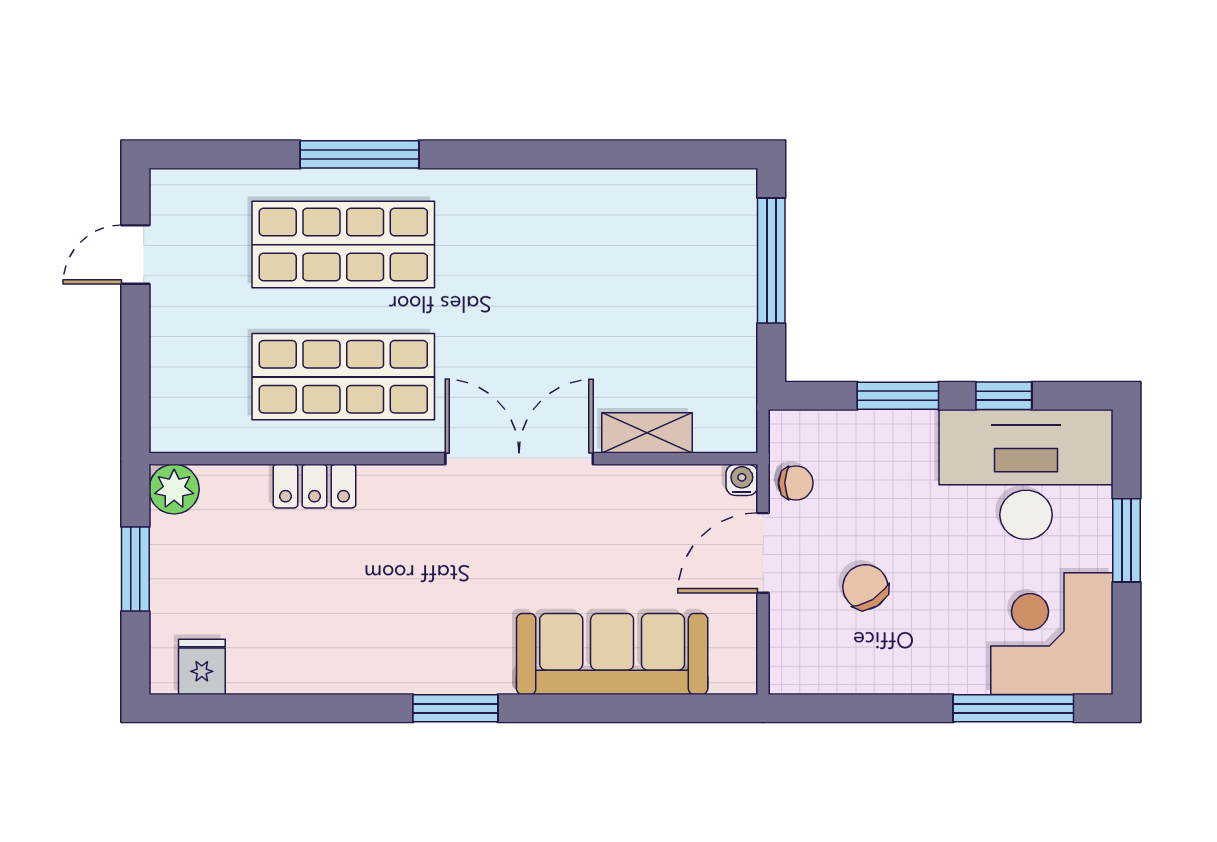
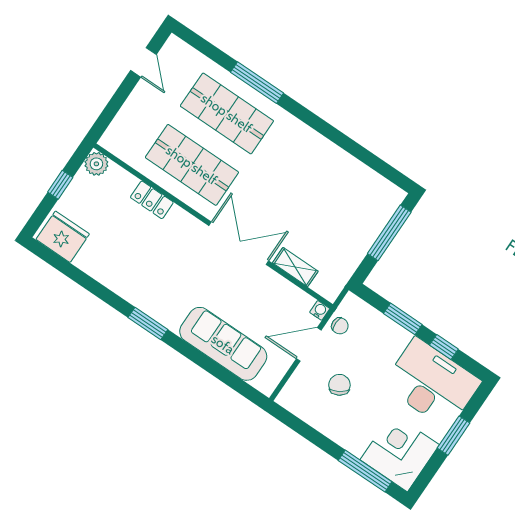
door: (135, 254) -> (143, 62), swing flipped
window: (135, 569) -> (60, 185), width x0.67
fridge: (202, 667) -> (63, 237), width x1.88, depth x1.34

